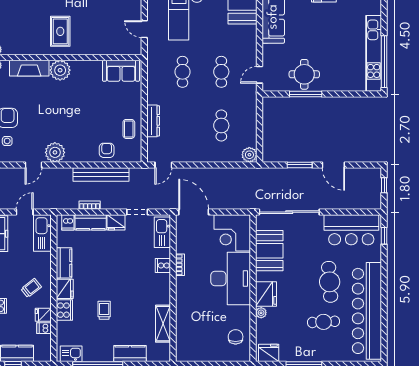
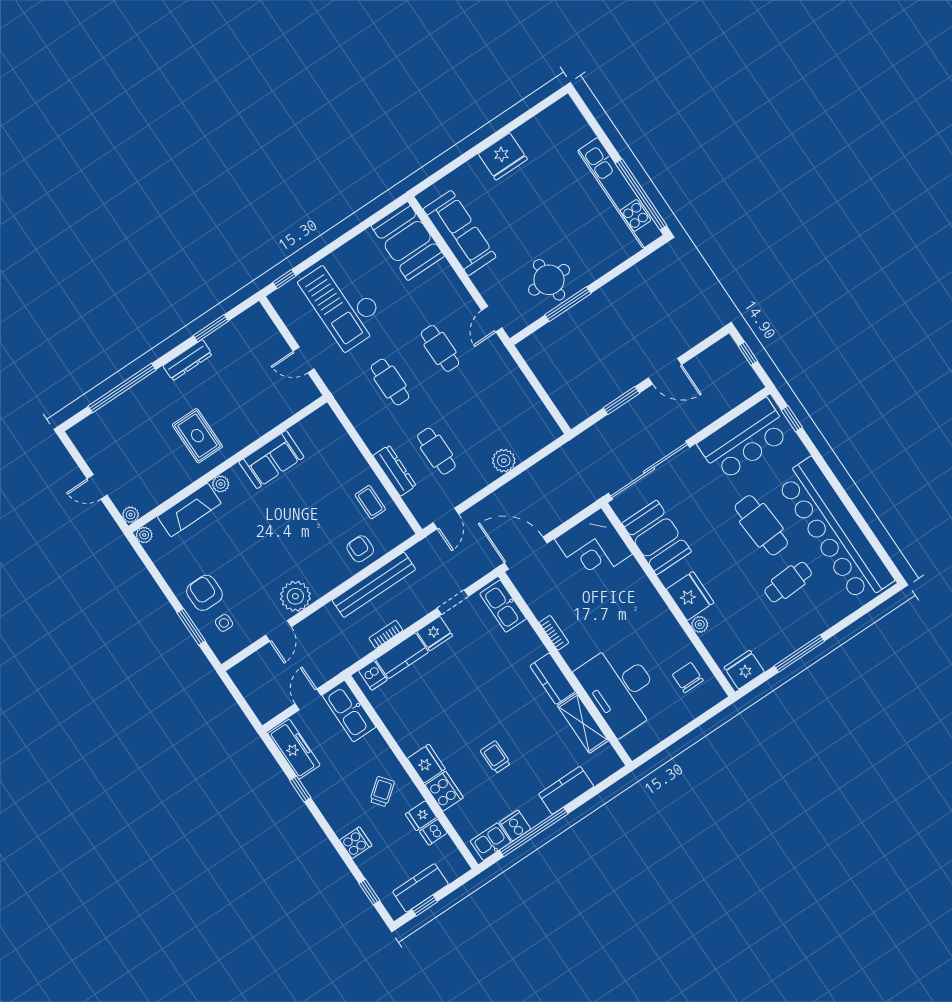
plant: (60, 70) -> (221, 484), width x0.53, depth x0.53
sofa: (121, 71) -> (271, 460), moved
cafe table: (221, 125) -> (436, 451), moved
plant: (249, 155) -> (504, 461), moved
kitchen counter: (64, 263) -> (553, 679), moved, turned 180
cooker: (163, 265) -> (515, 826), moved, turned 90
desk: (231, 279) -> (620, 689), moved, turned 180

